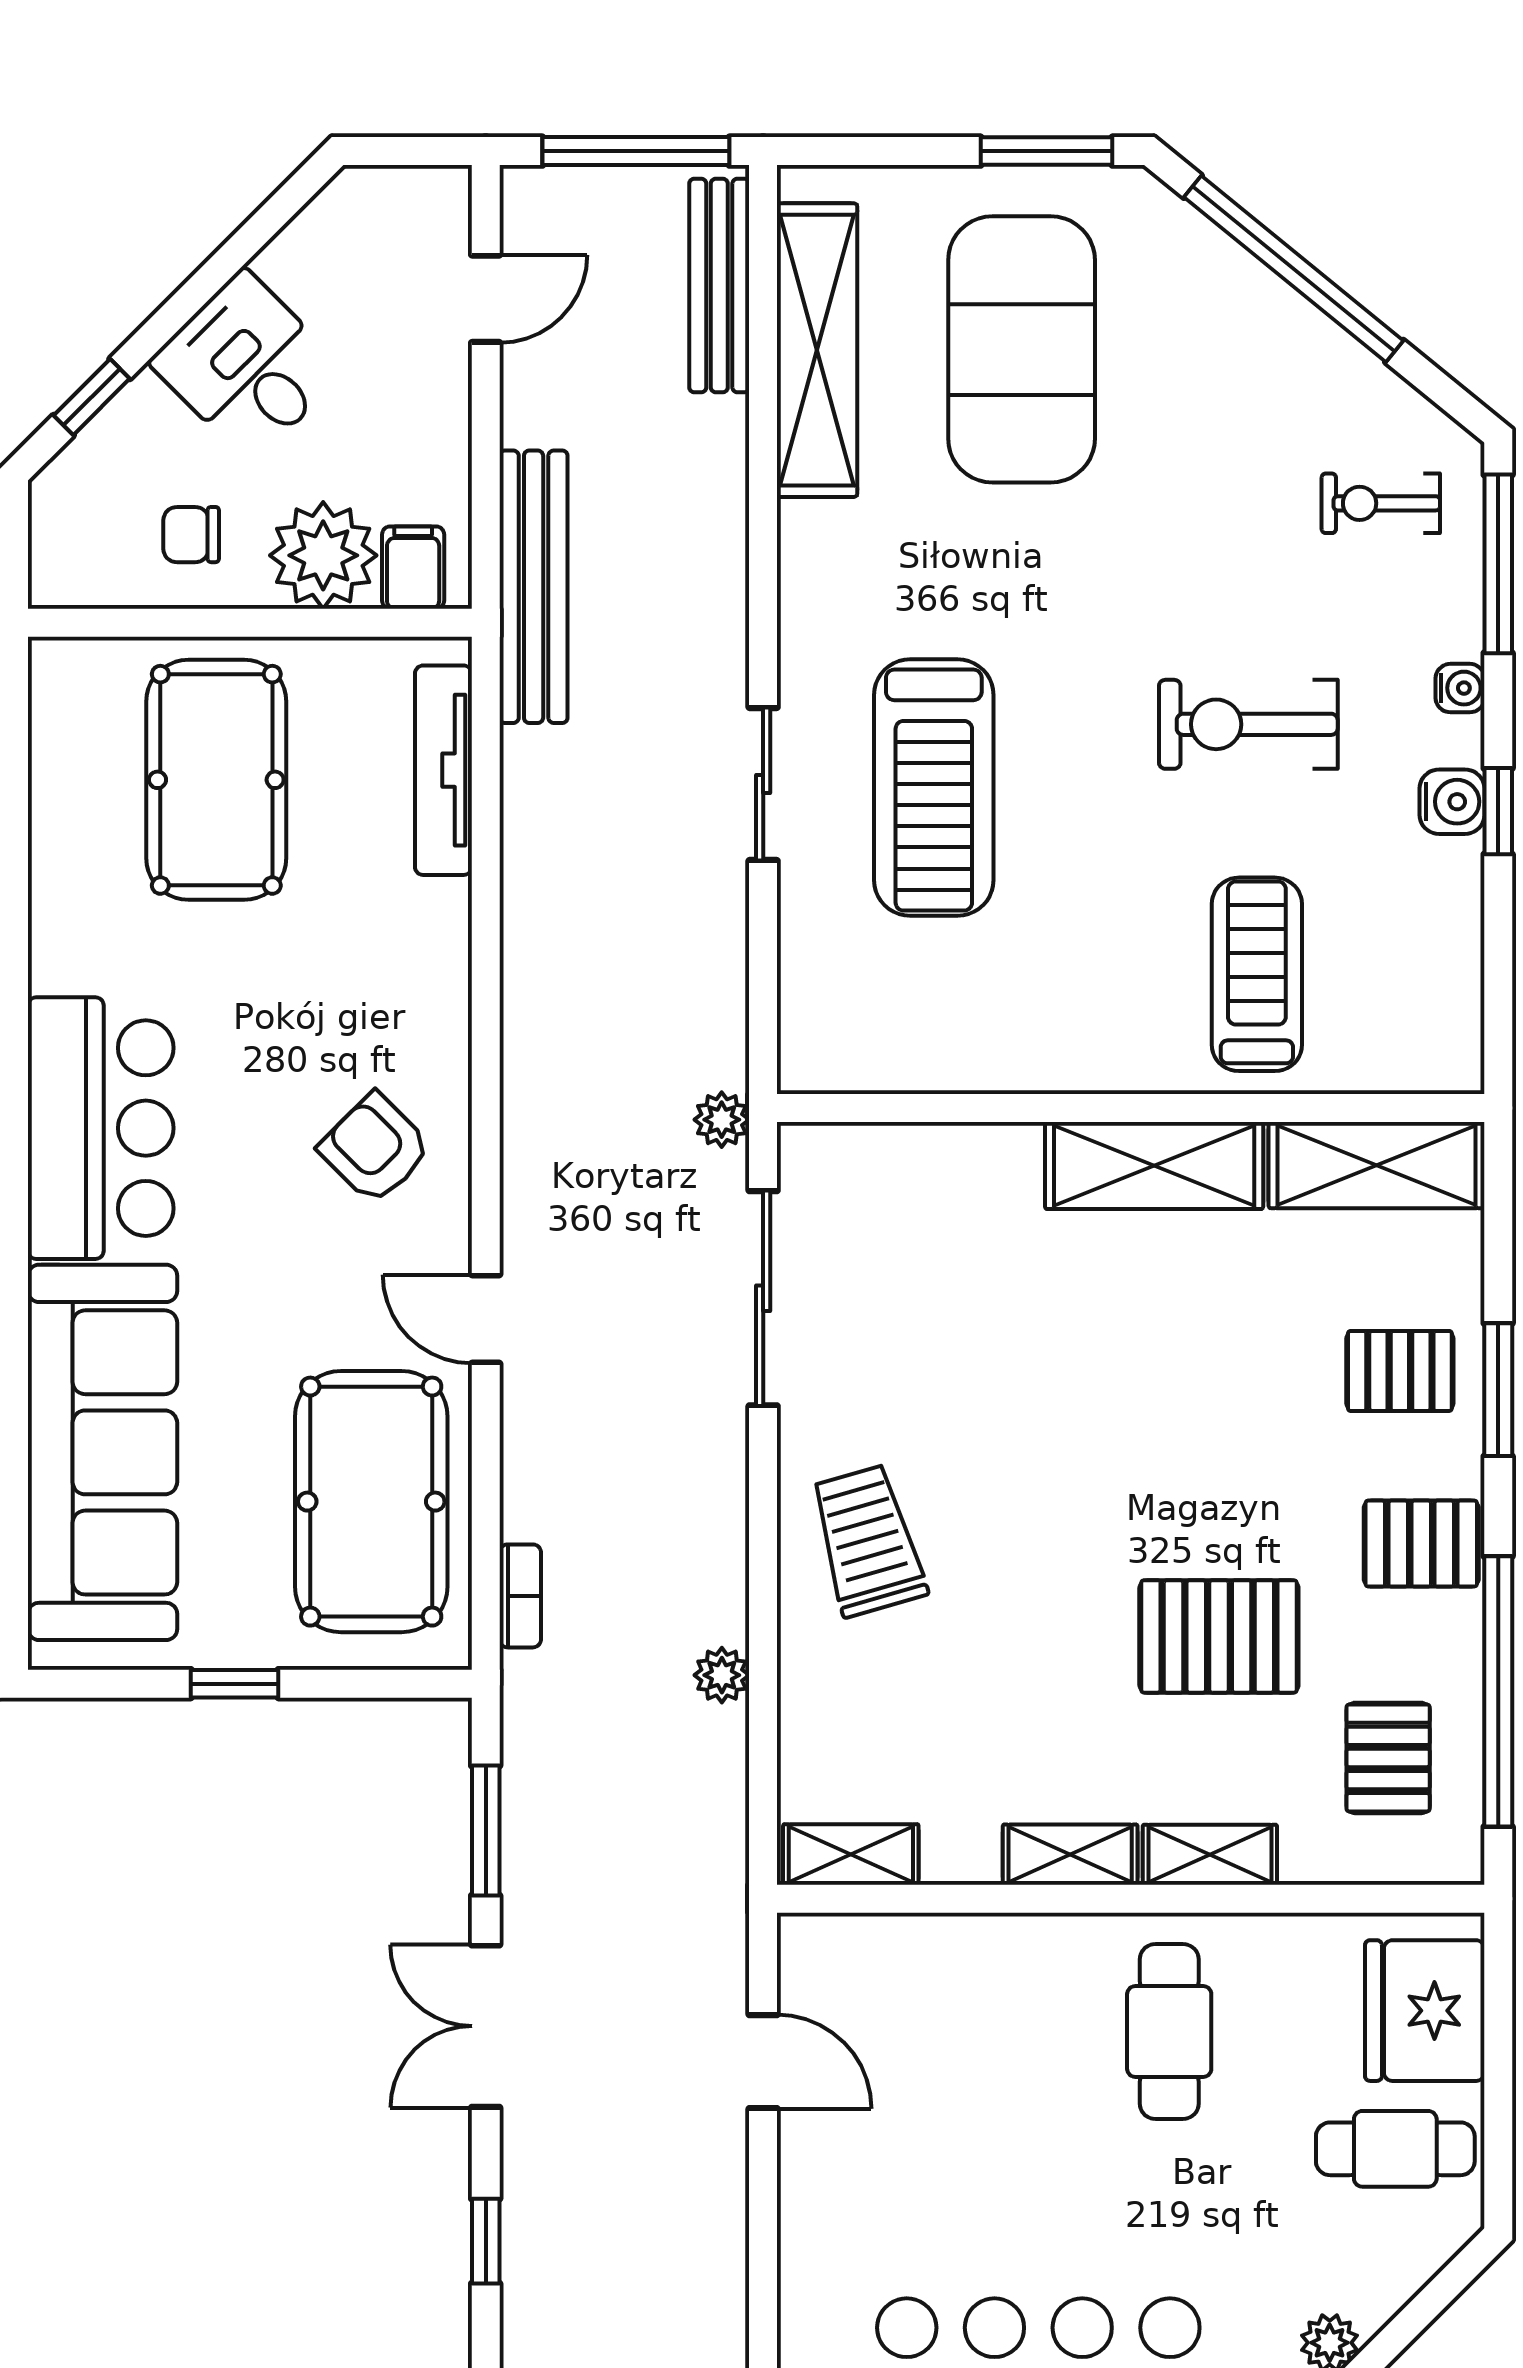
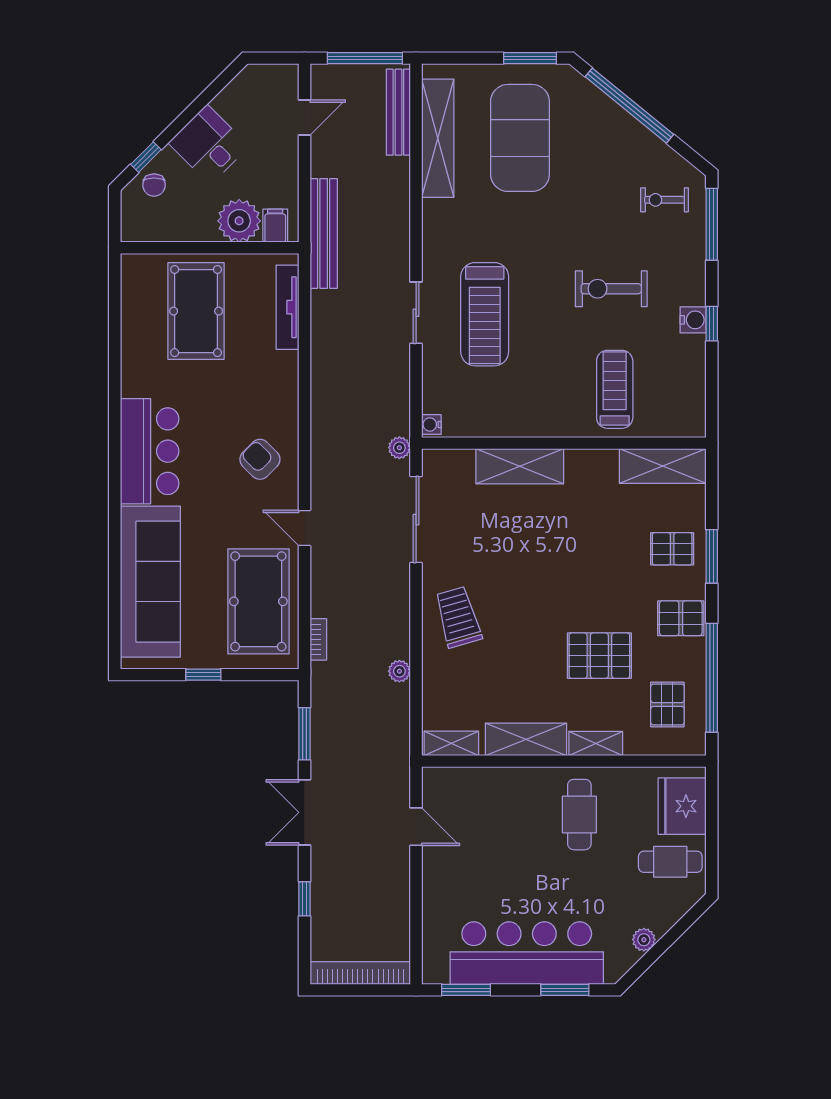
chair: (191, 535) -> (154, 185), moved, turned -90
water cooler: (1460, 688) -> (431, 424), moved, turned 180
shelving: (1154, 1166) -> (520, 466), moved
shelving: (1070, 1855) -> (526, 739), width x1.50, depth x1.33

